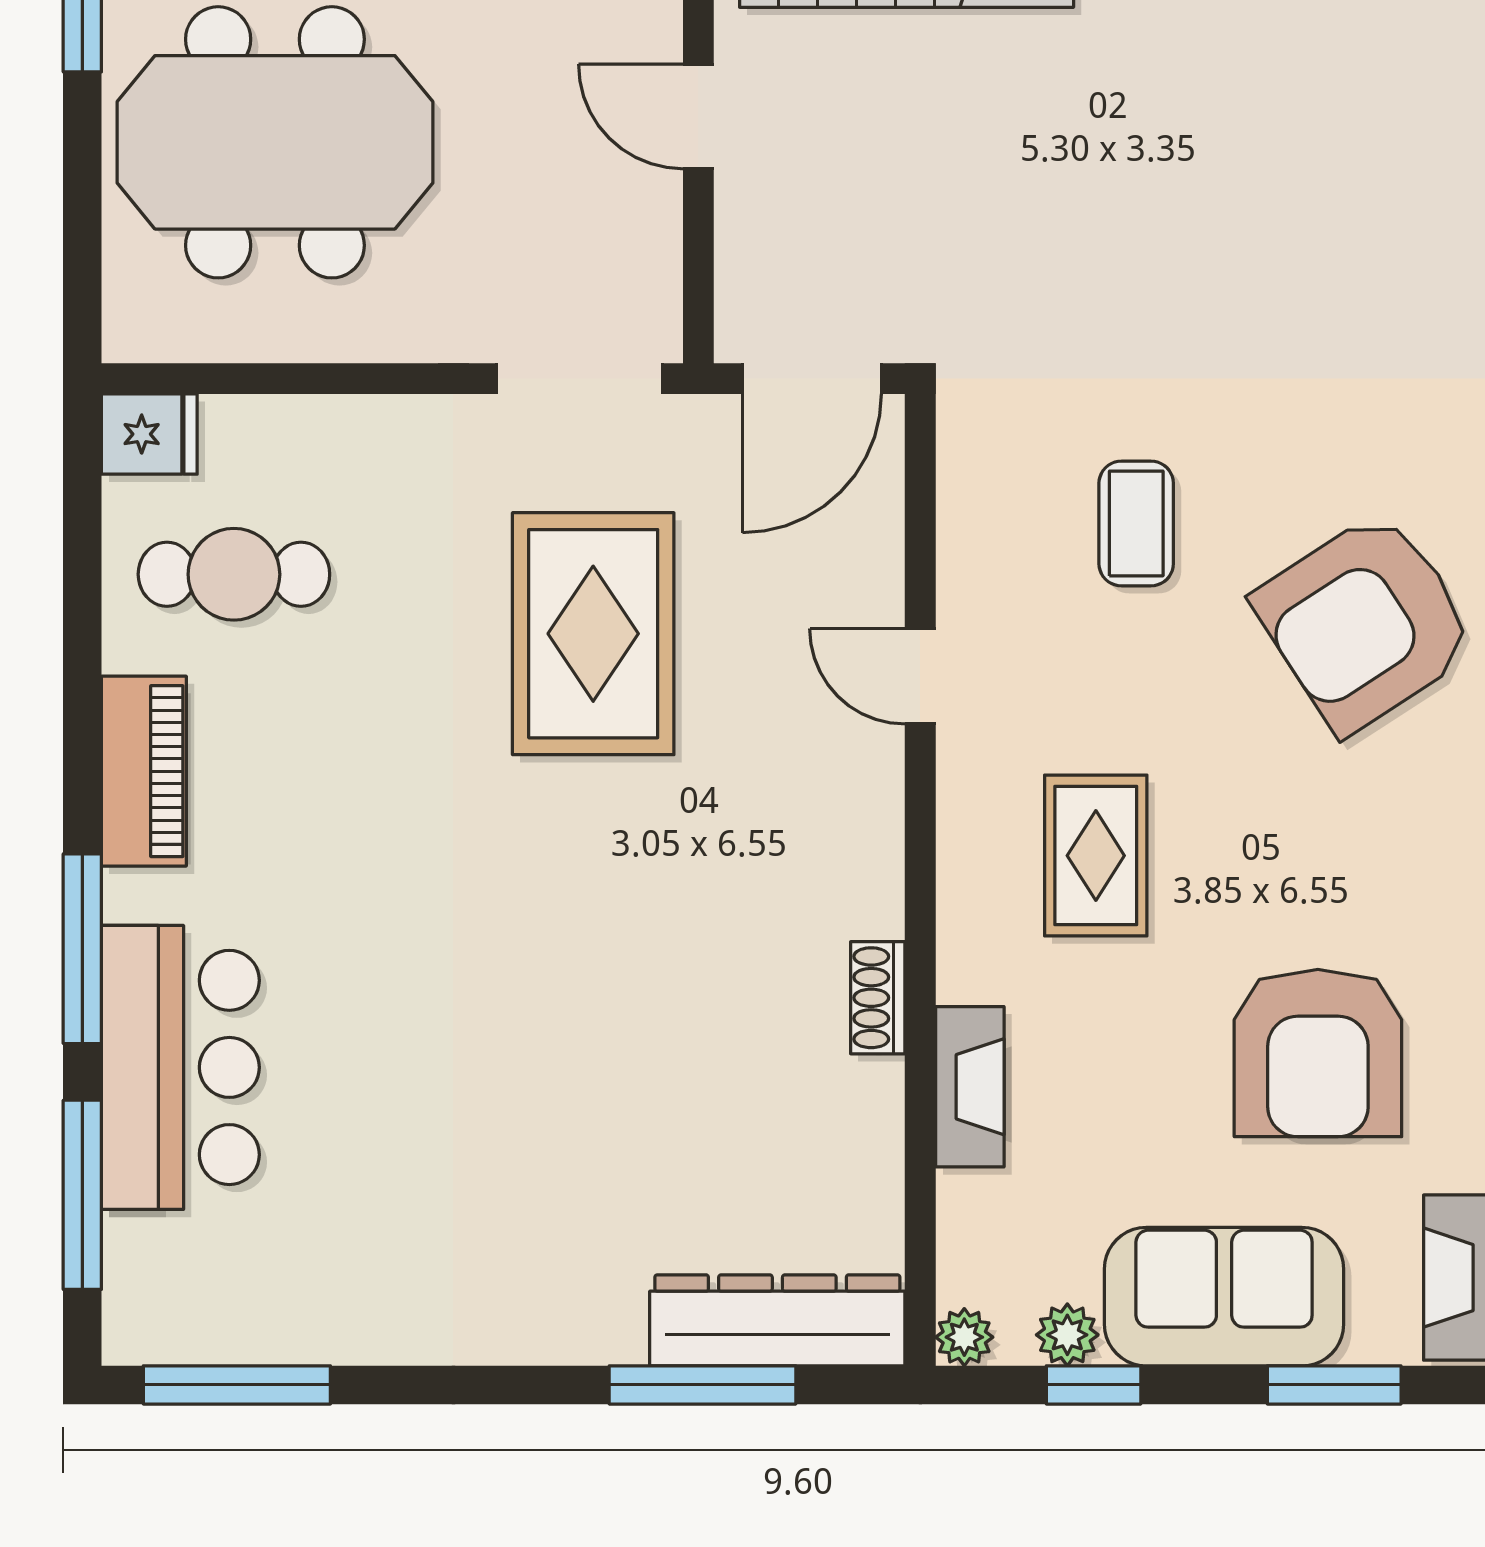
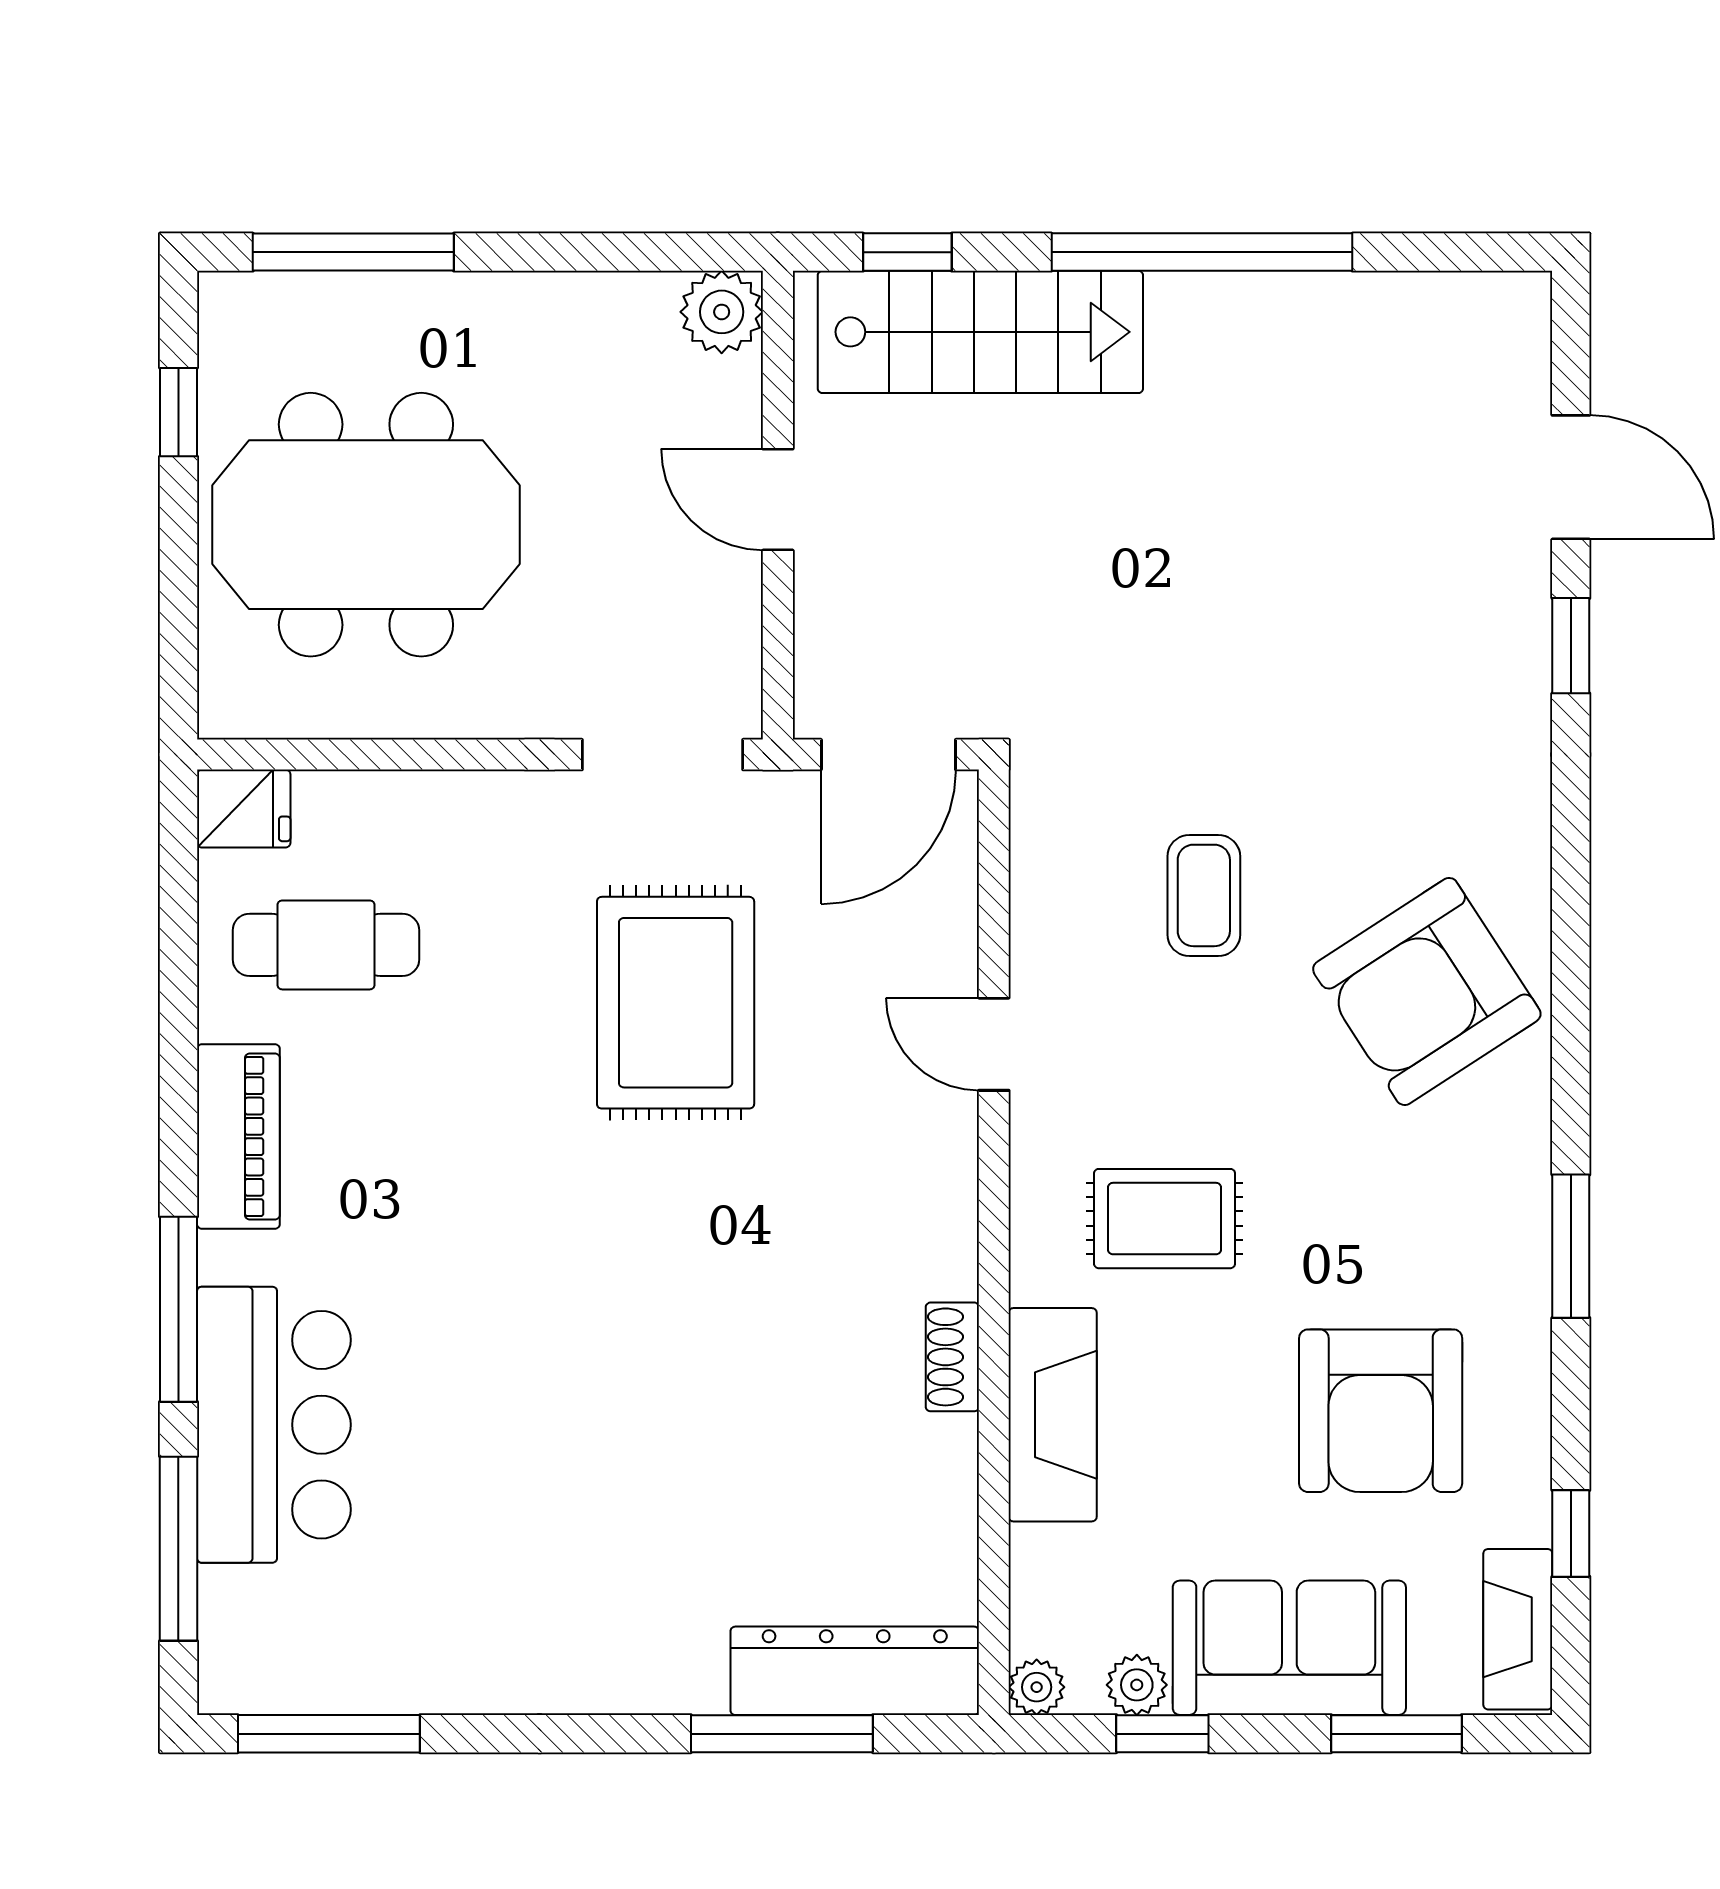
rug: (1096, 856) -> (1165, 1219), turned 90
fireplace: (970, 1087) -> (1053, 1415), width x1.37, depth x1.32

